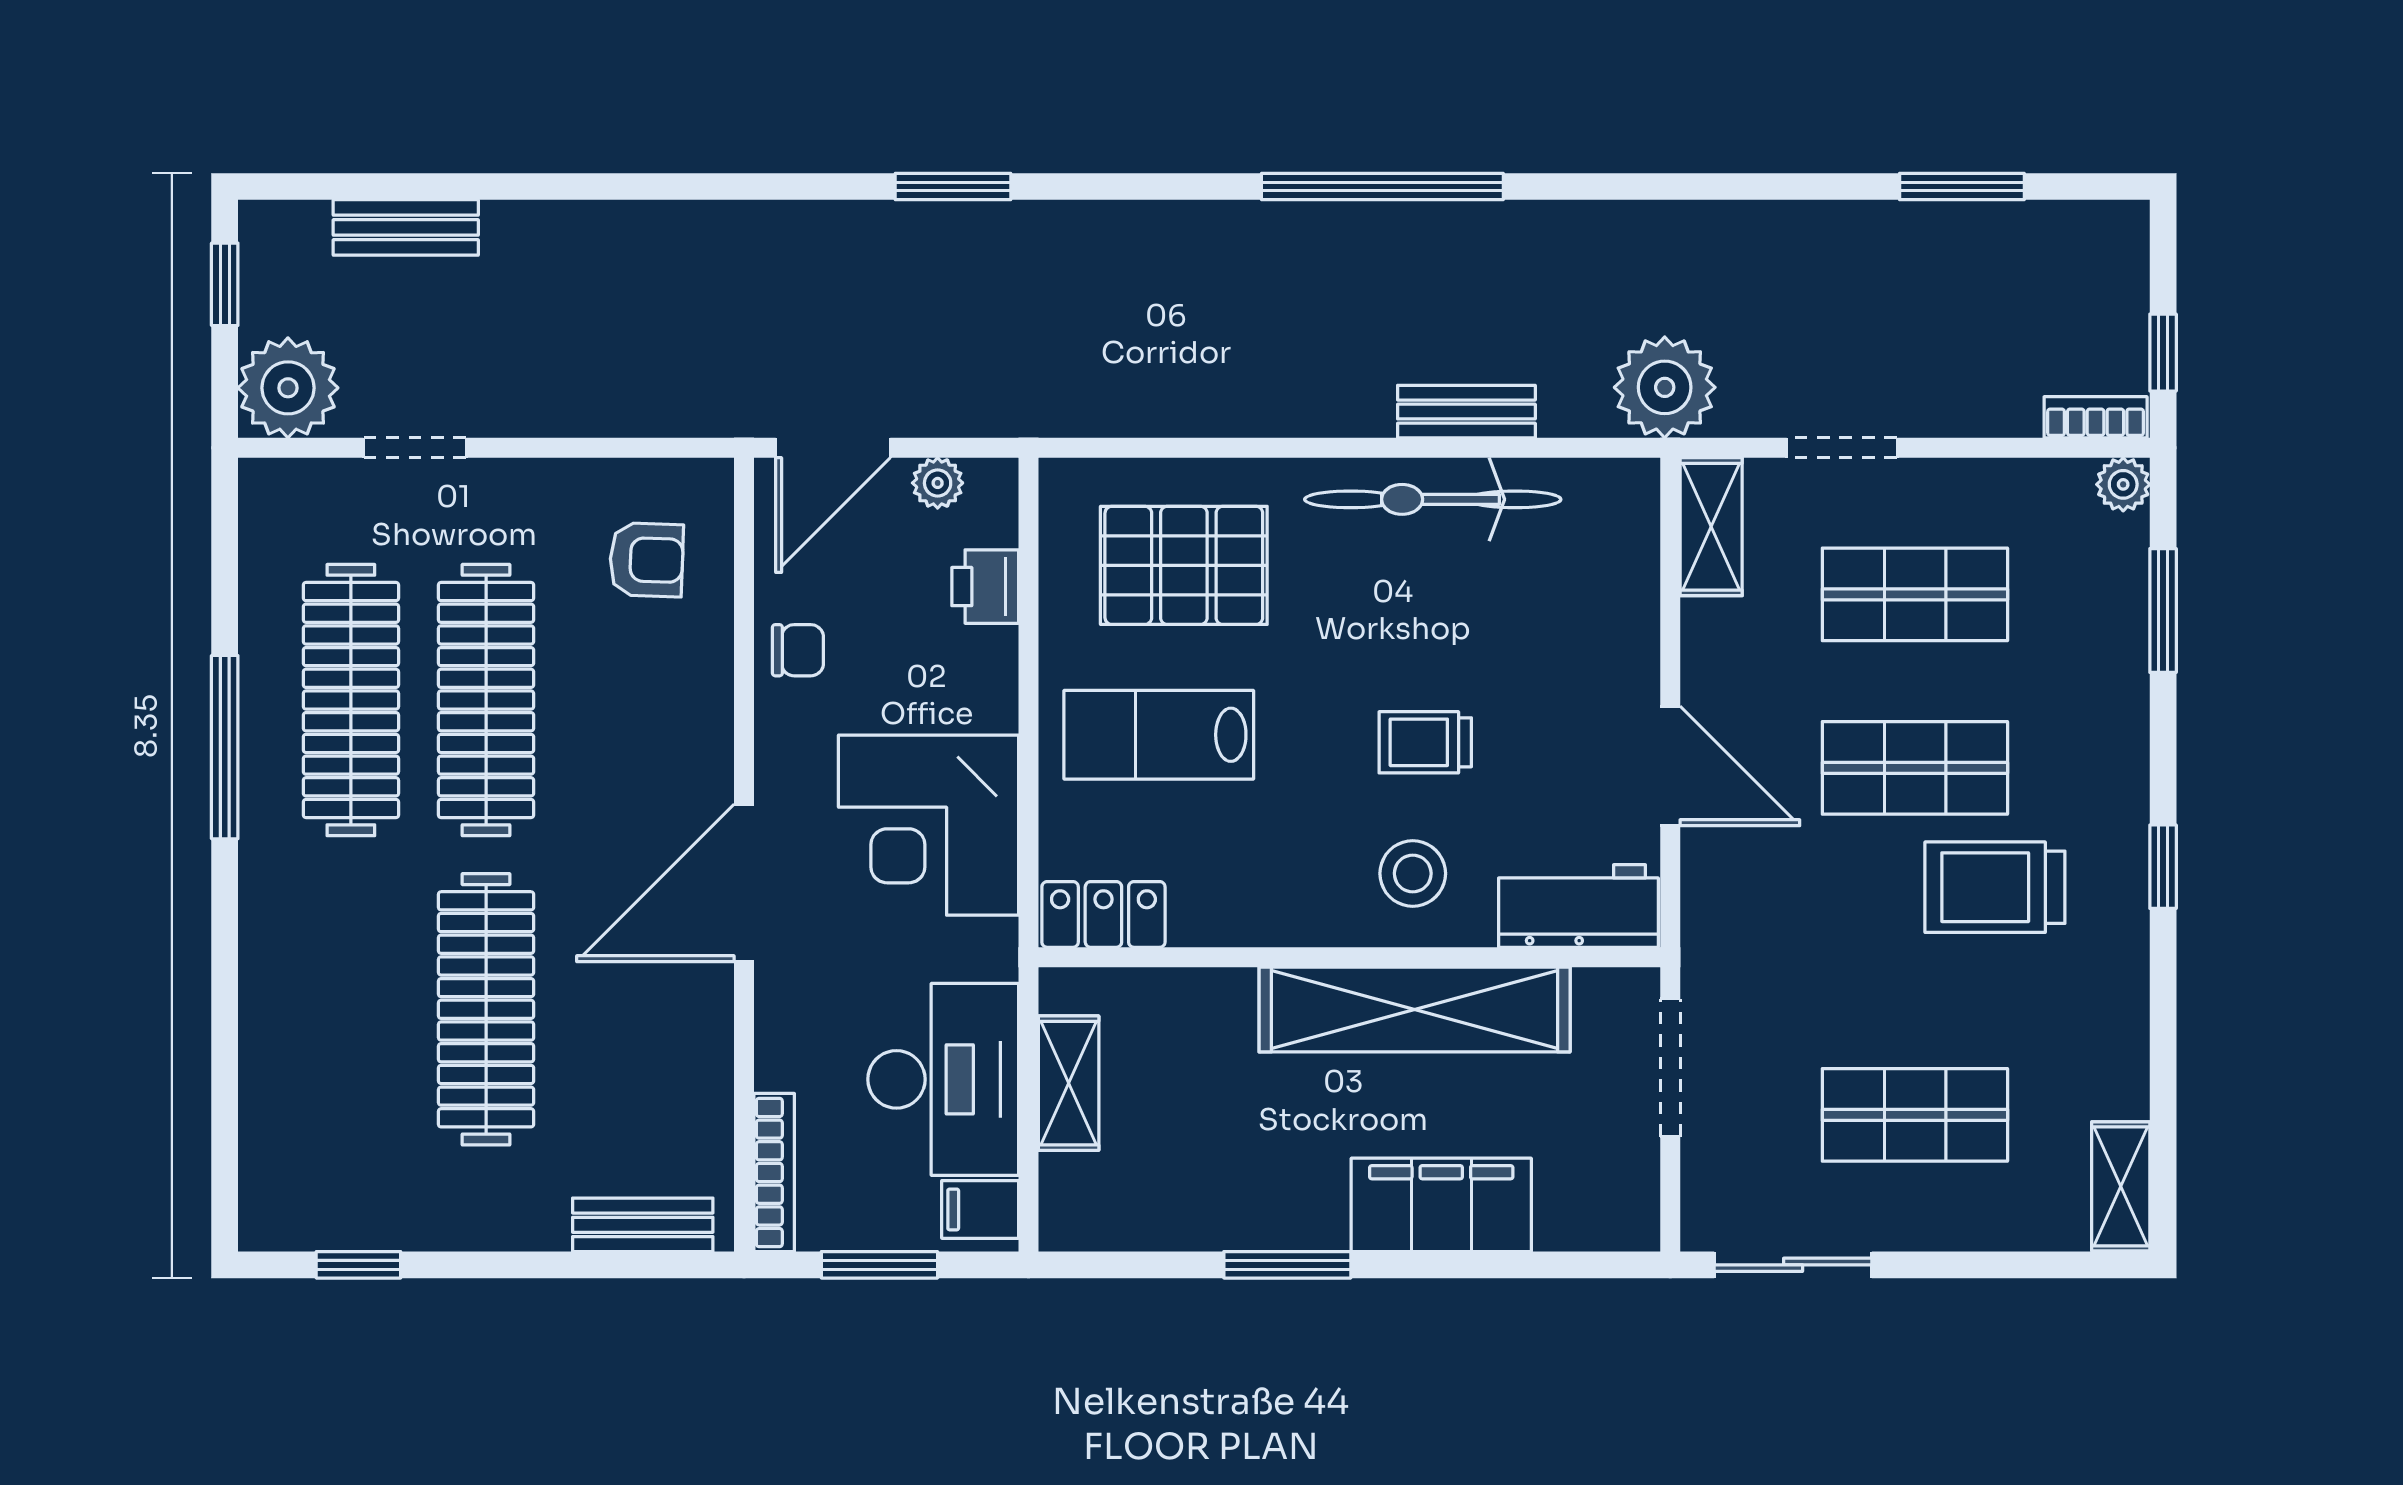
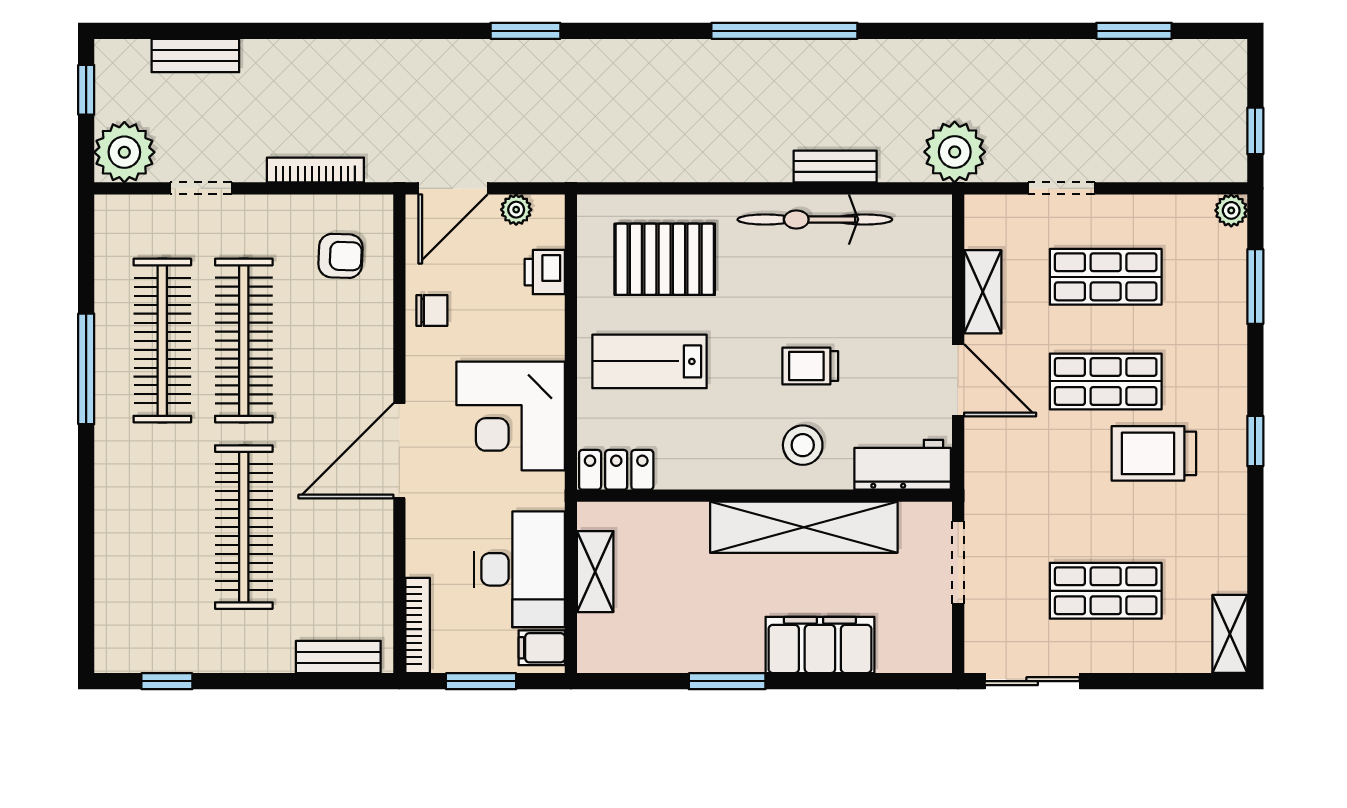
bookcase: (2096, 417) -> (315, 170), moved, width x1.56
shelving: (1711, 527) -> (983, 292), moved

